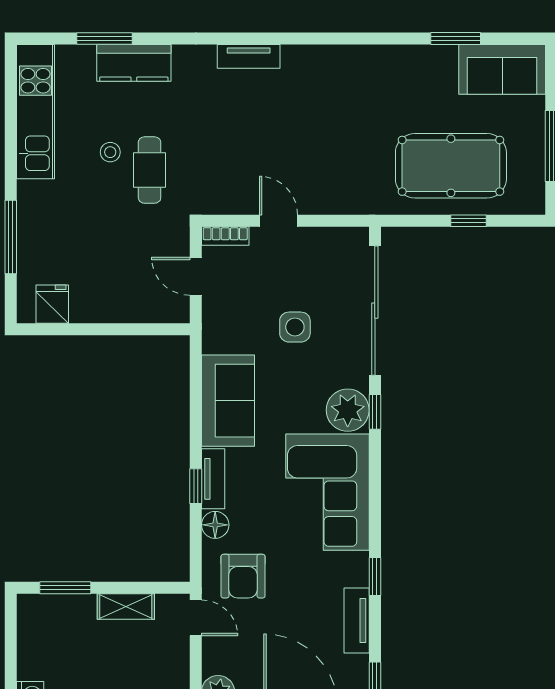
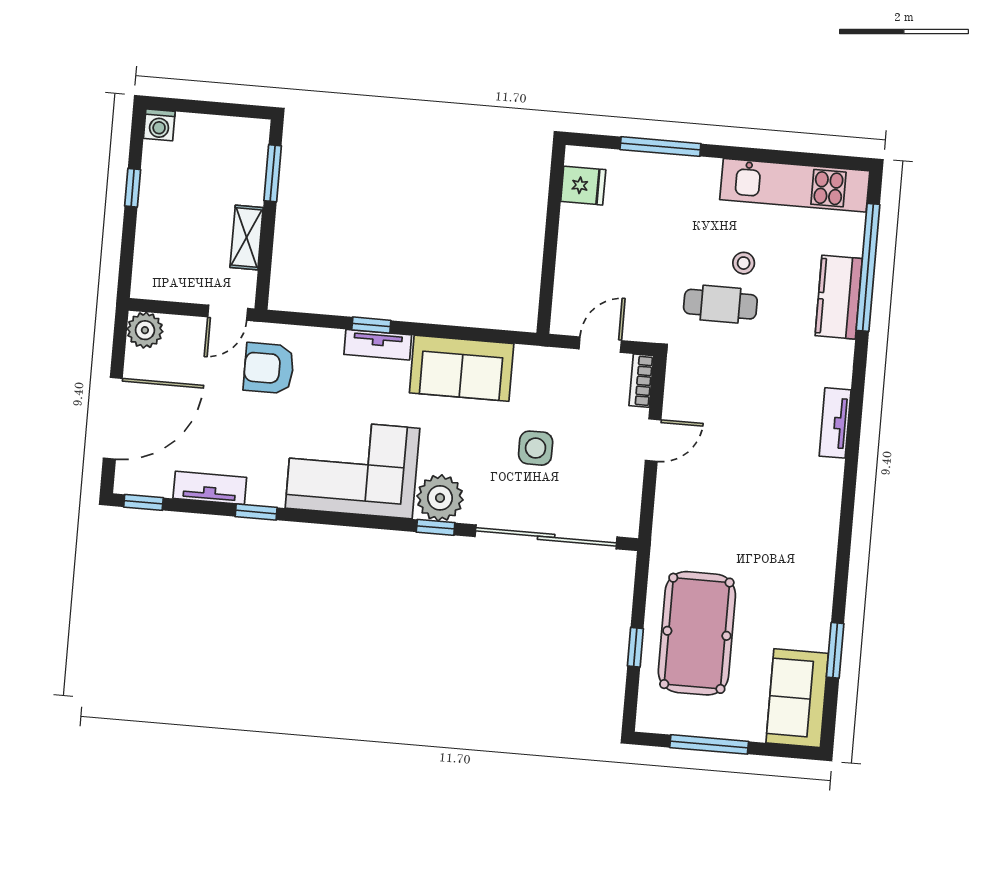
window: (104, 39) -> (868, 267), width x2.11
floor lamp: (215, 525) -> (327, 343), removed

